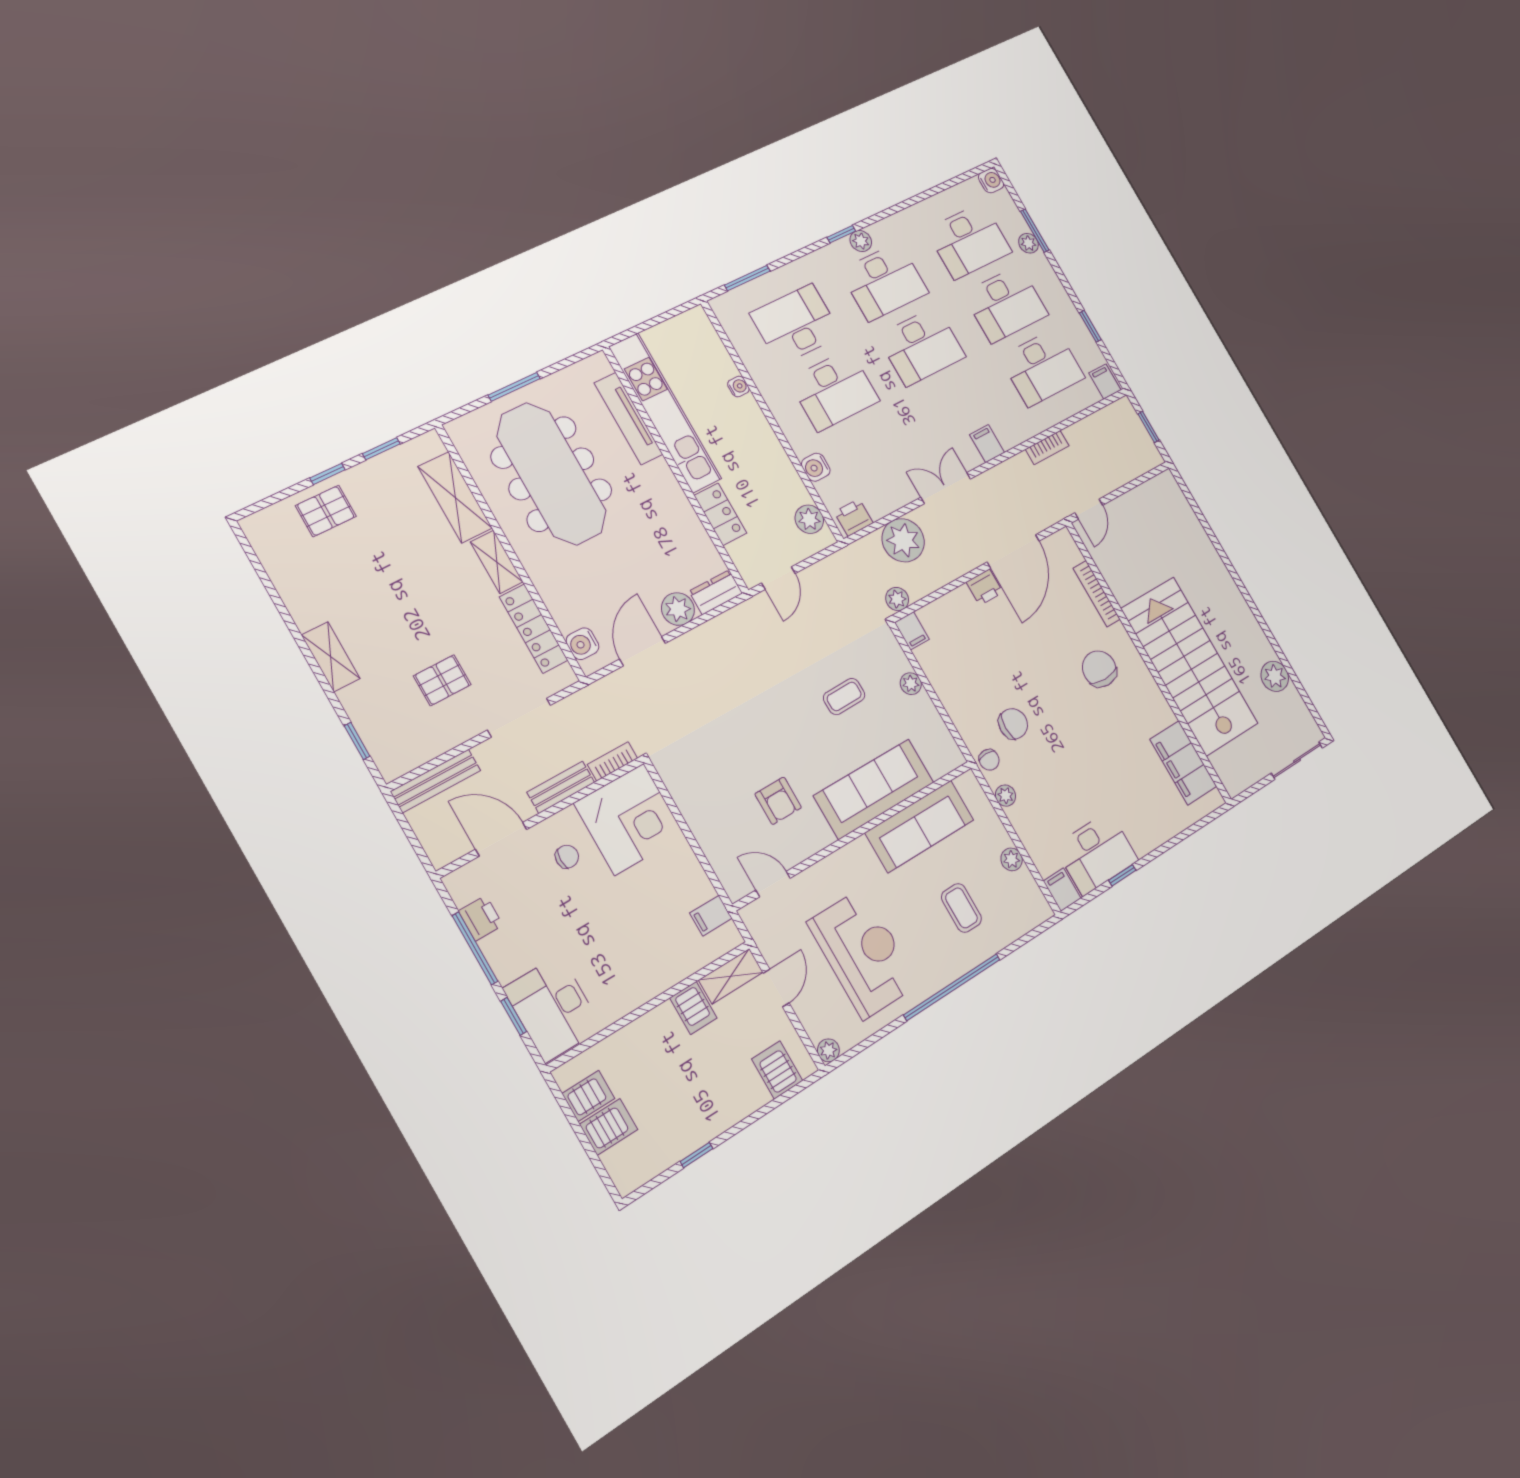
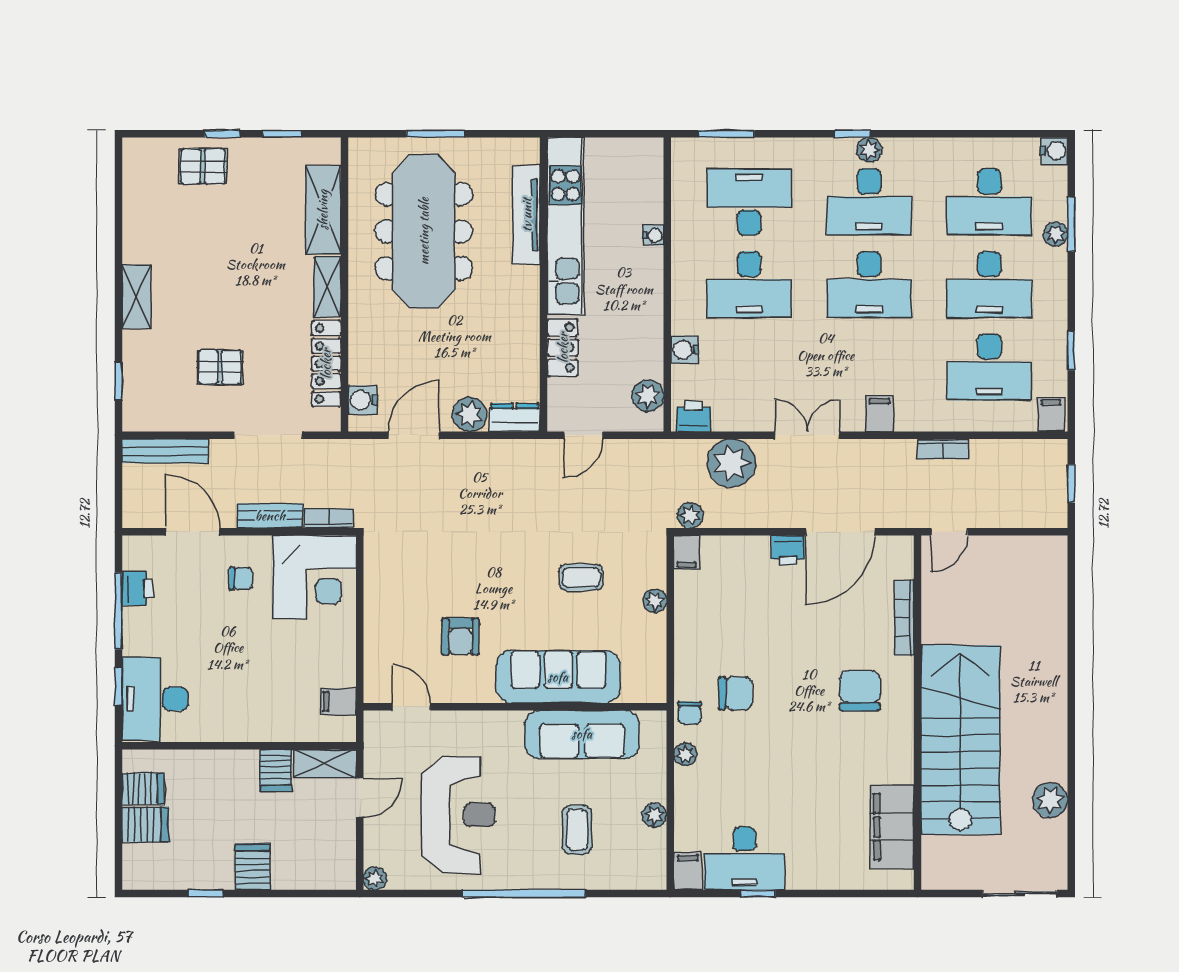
server rack: (777, 1070) -> (253, 867), moved

